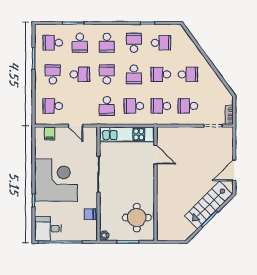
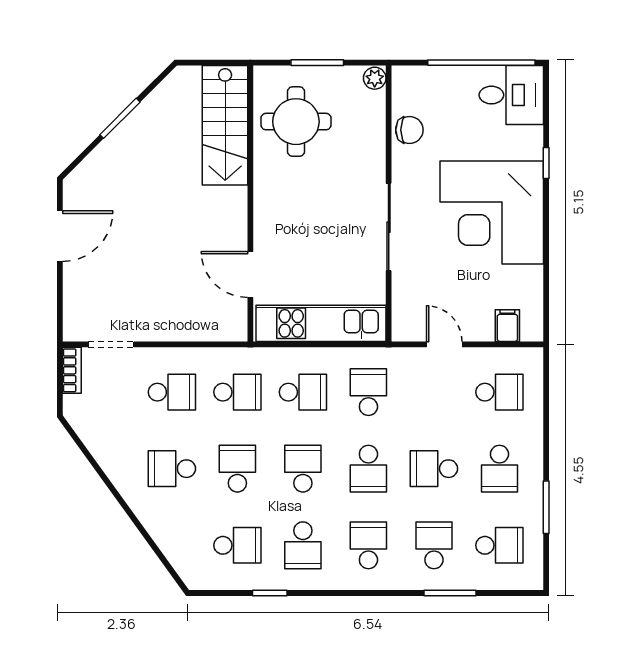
school desk: (161, 43) -> (237, 545), turned 180
school desk: (161, 74) -> (237, 469), turned -90
stairs: (208, 205) -> (225, 125), moved, turned 135

